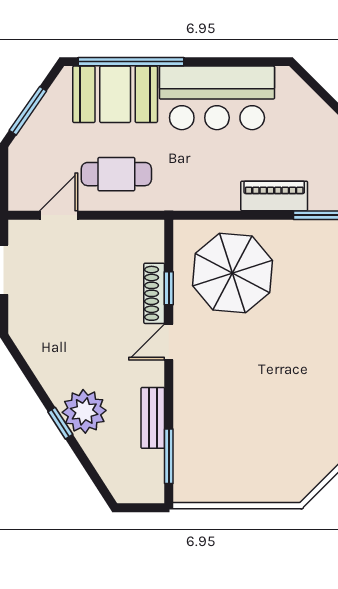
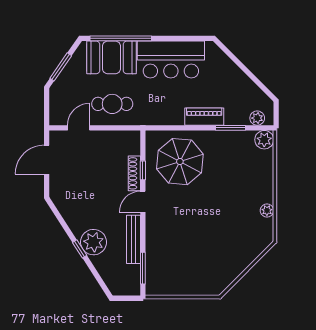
bench: (153, 418) -> (133, 239), width x1.36

